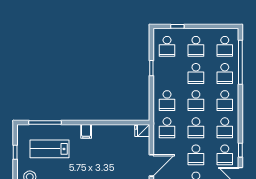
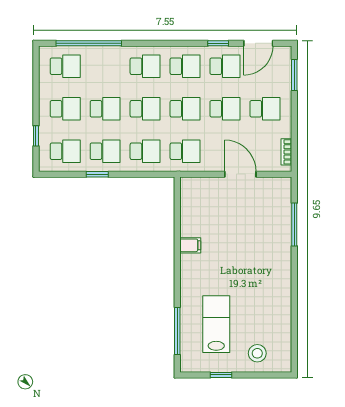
school desk: (225, 73) -> (105, 151), moved
fridge: (142, 130) -> (189, 188), removed
filing cabinet: (86, 131) -> (190, 245), moved
lab bench: (50, 149) -> (216, 324), turned 180

